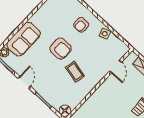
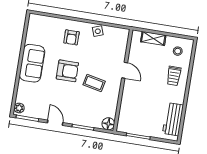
sofa: (23, 39) -> (32, 63), moved
door: (116, 67) -> (125, 70), moved

